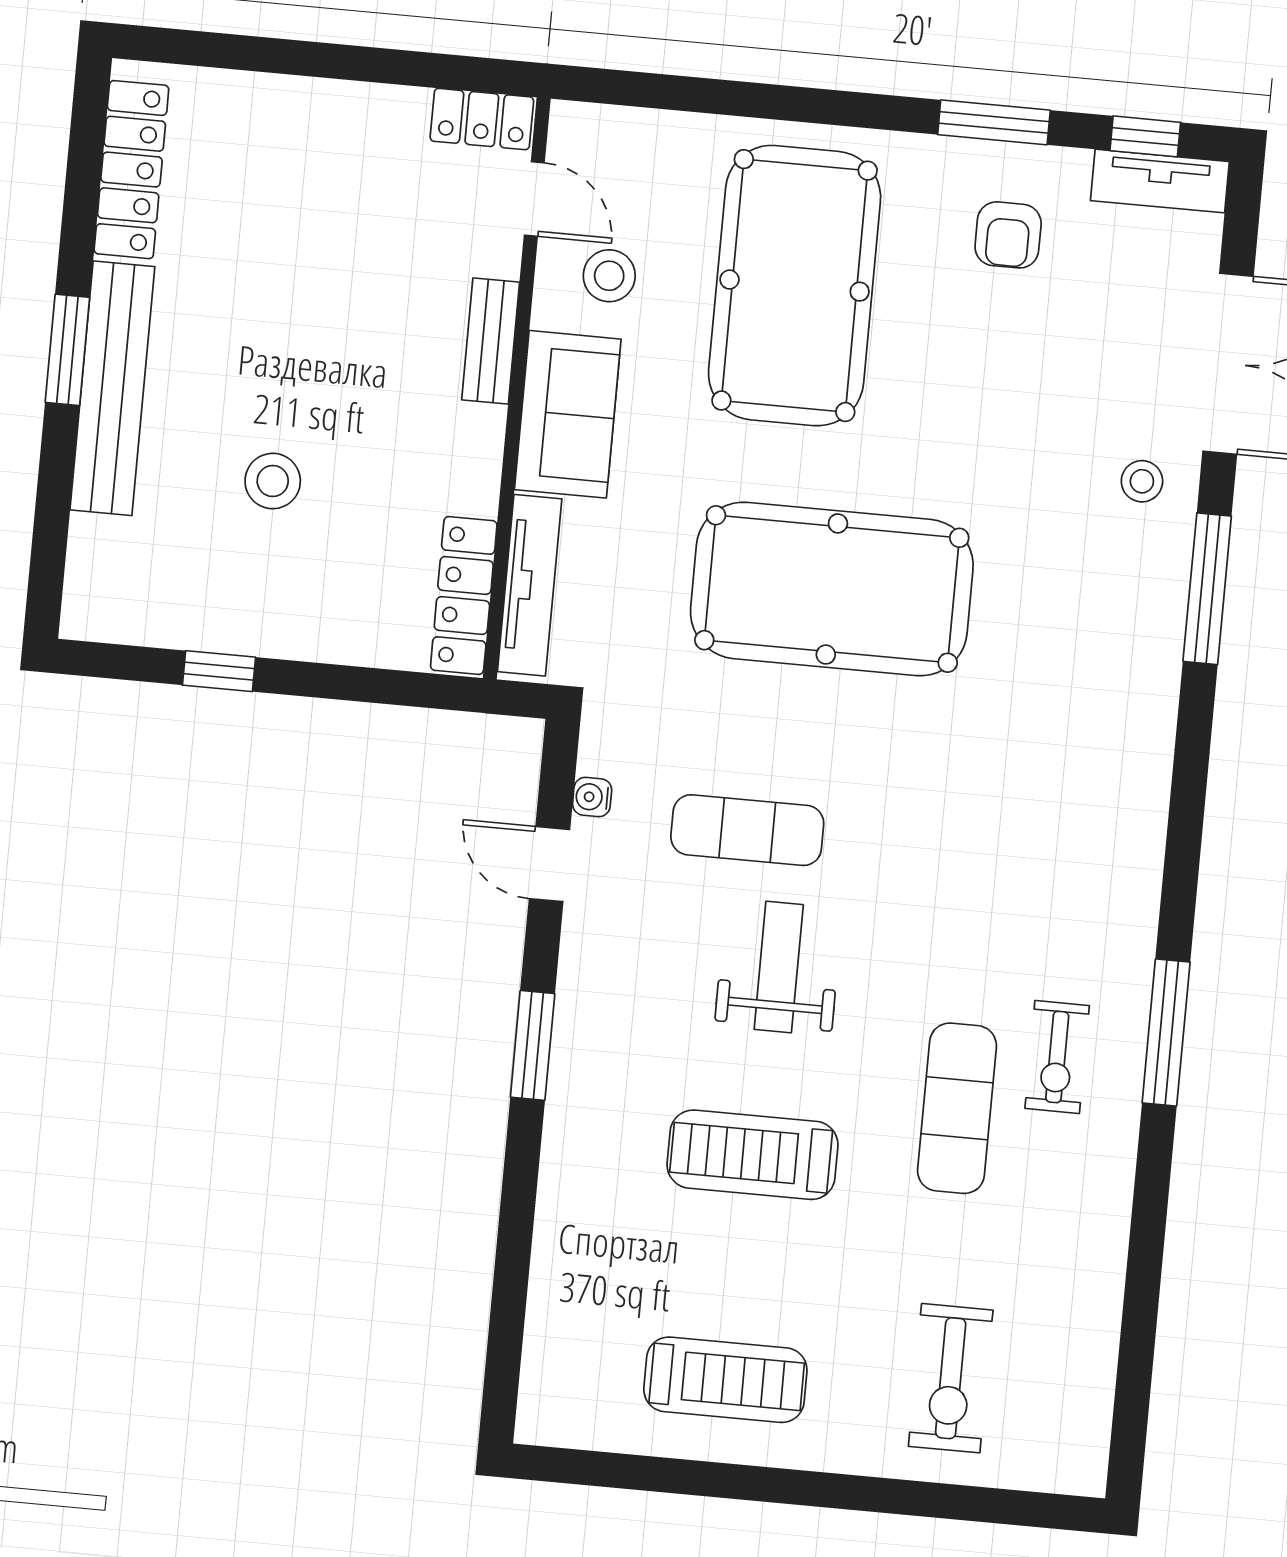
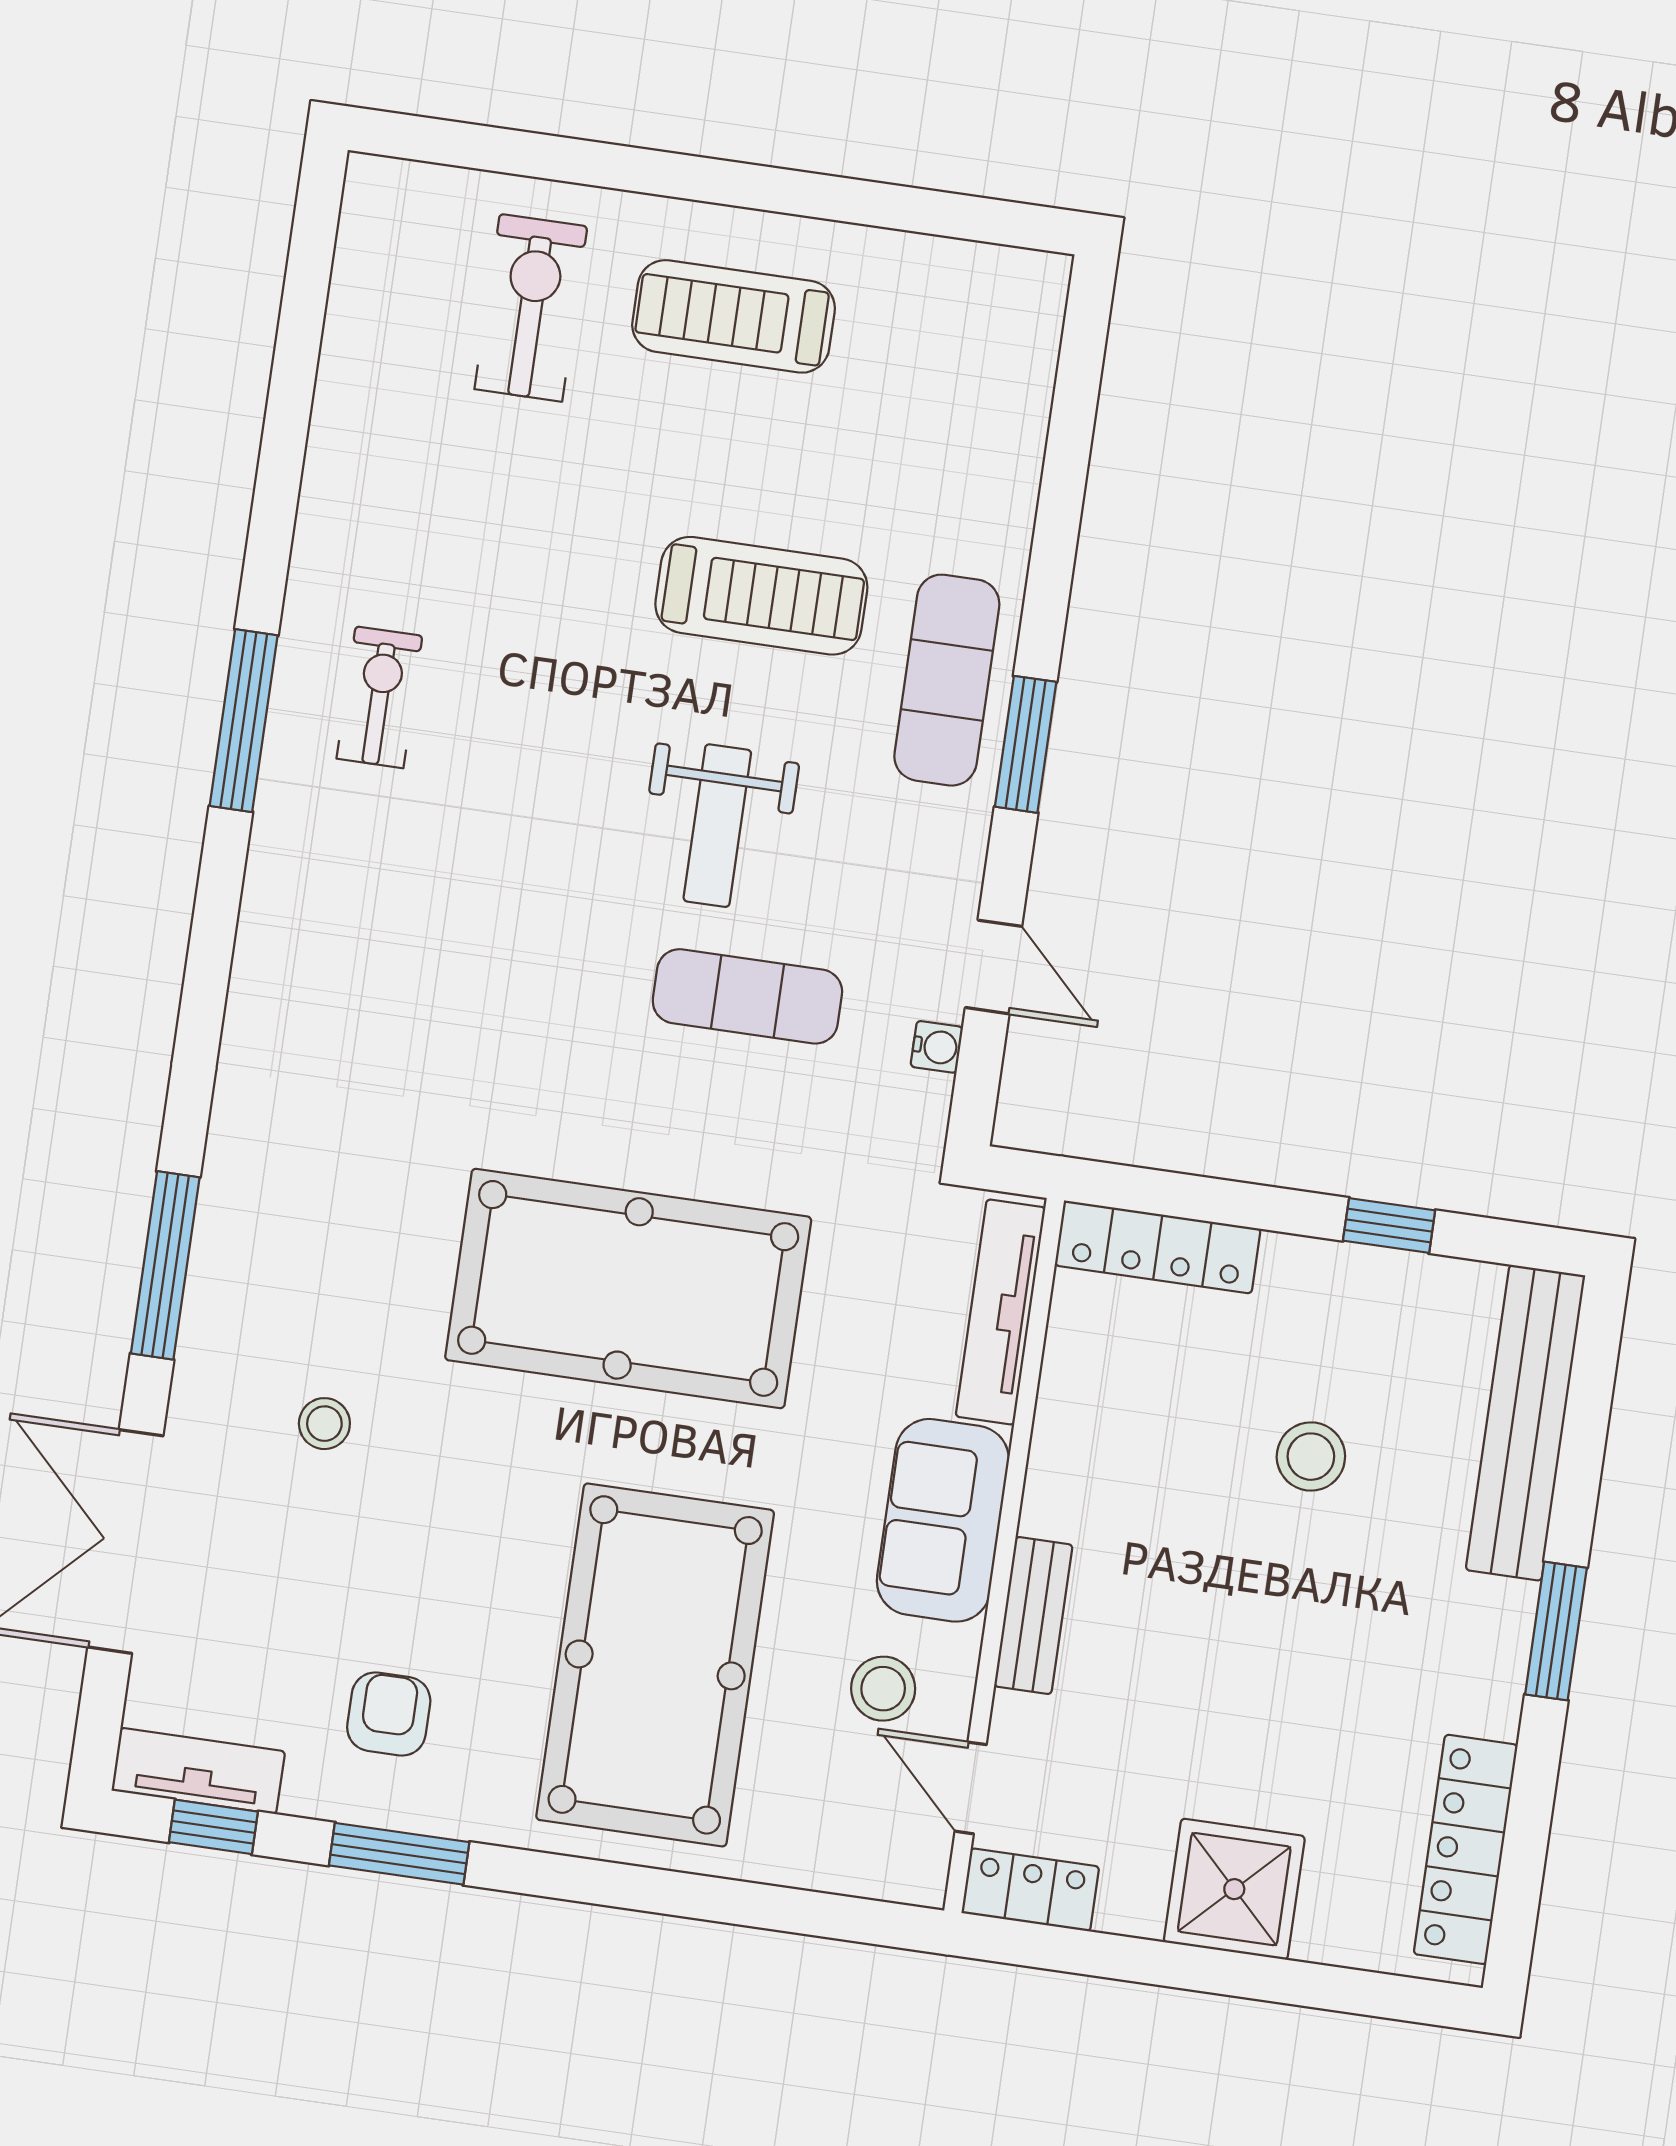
shower: (317, 128) -> (1234, 1889), added
bench: (112, 388) -> (1525, 1423), moved
stool: (1142, 481) -> (324, 1424), moved
locker: (464, 595) -> (1158, 1247), moved, turned 90
exercise mat: (957, 1108) -> (947, 680), moved
treadmill: (725, 1380) -> (734, 316), moved

